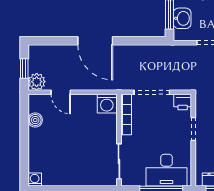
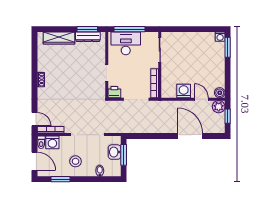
door: (95, 41) -> (190, 136), moved
washing machine: (107, 104) -> (184, 91), moved
boiler: (35, 120) -> (220, 93), moved
window: (24, 165) -> (228, 47), added

